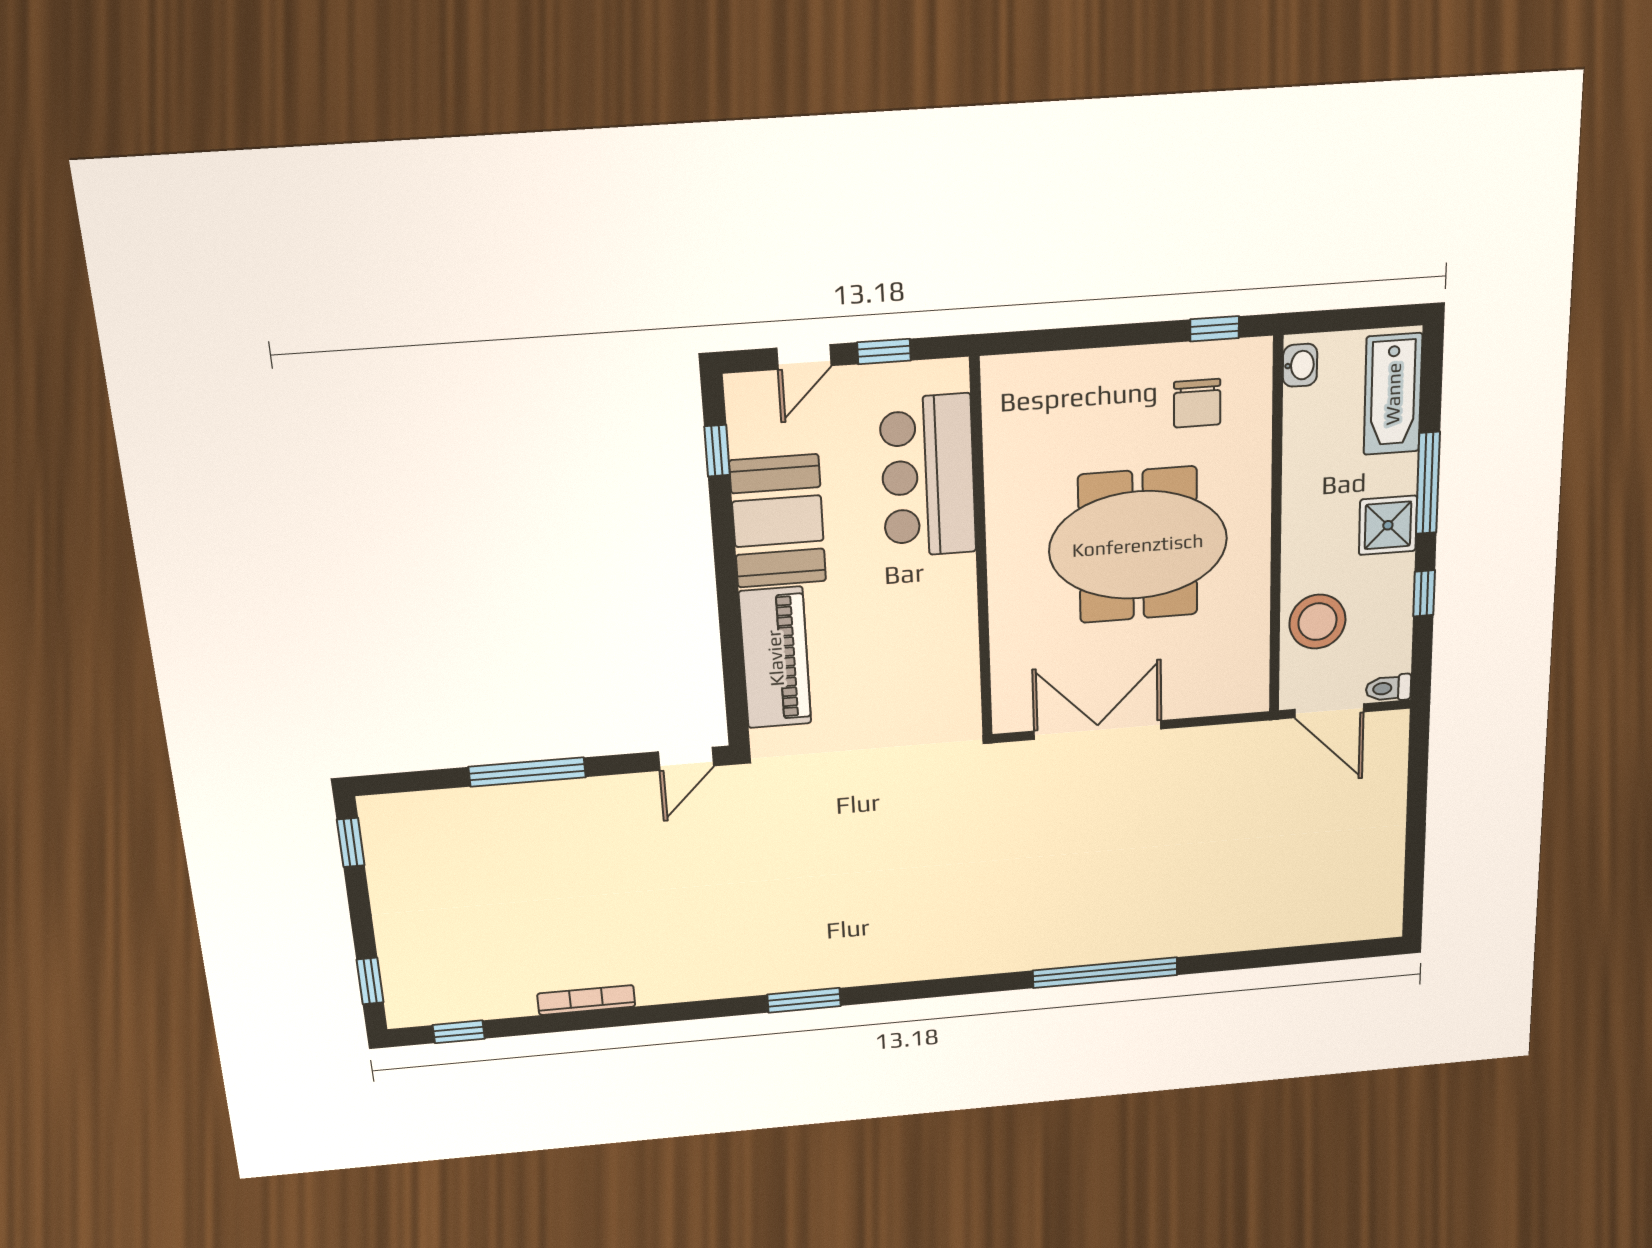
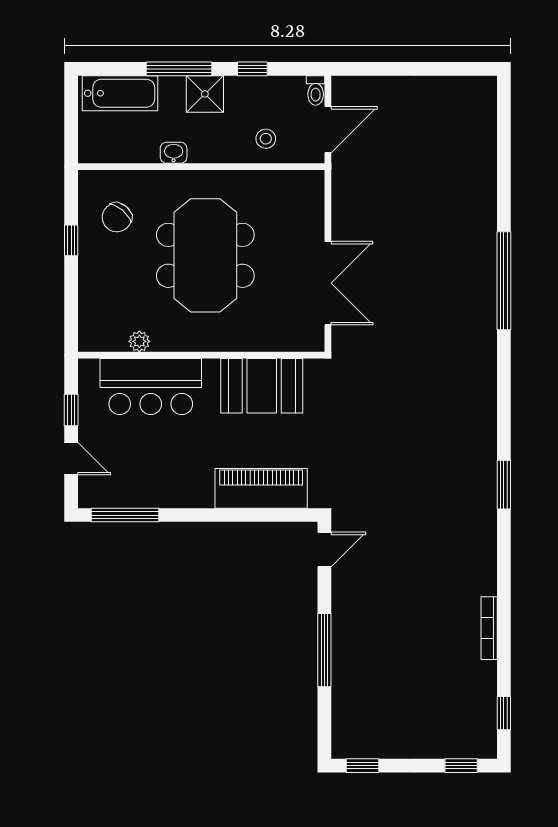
window: (1215, 329) -> (71, 240), moved
washbasin: (1300, 365) -> (174, 153), moved
chair: (1197, 403) -> (117, 217), turned 130
window: (717, 451) -> (125, 515), width x2.17
plant: (1000, 453) -> (139, 341), added
booth: (778, 521) -> (262, 386), moved
stool: (1317, 622) -> (266, 139), width x0.53, depth x0.53
double door: (1098, 730) -> (328, 283), swing flipped
door: (686, 759) -> (324, 549), hinge flipped

